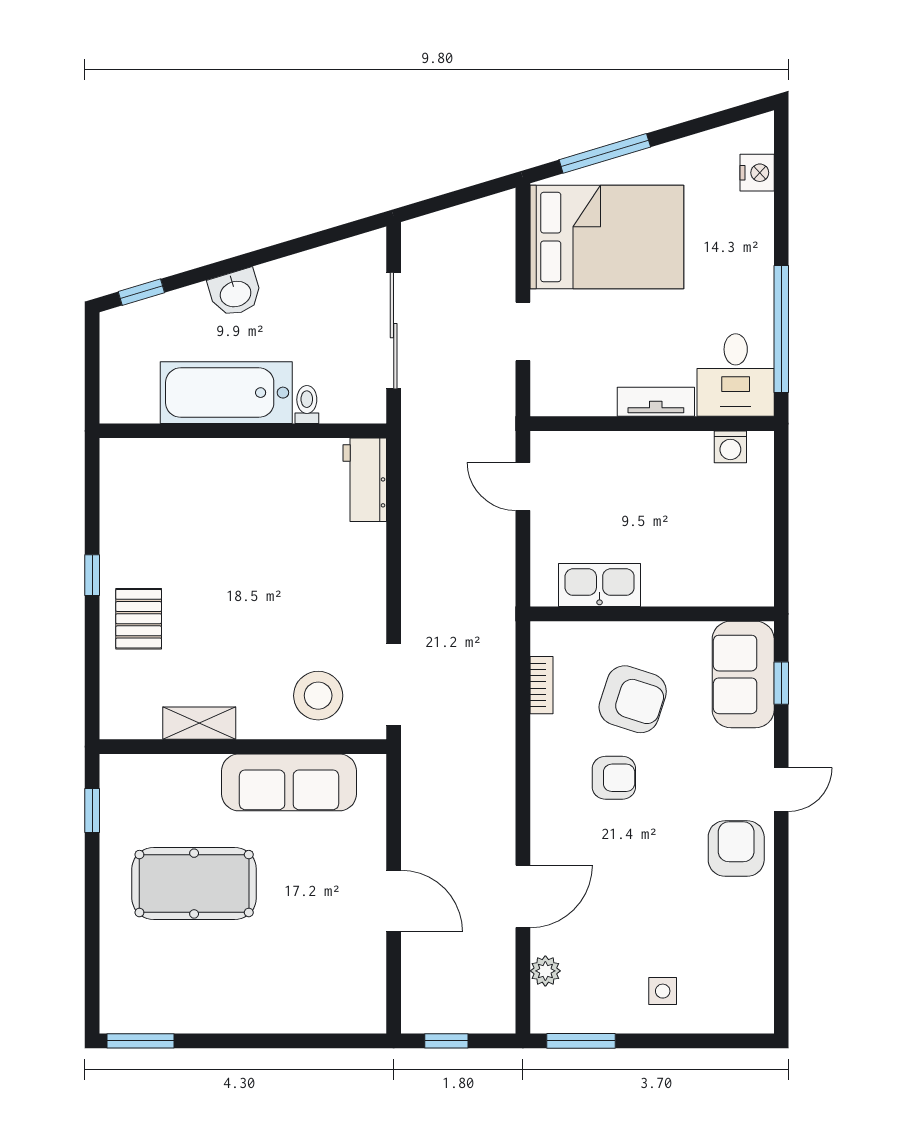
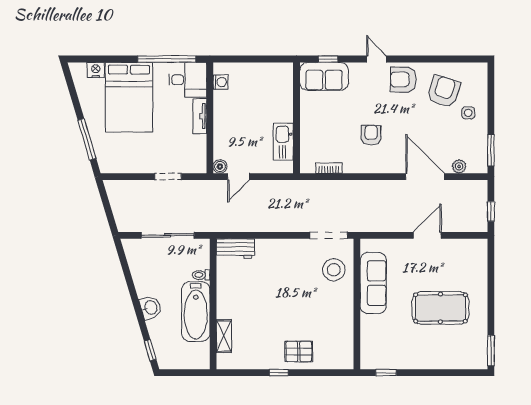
bed: (607, 237) -> (129, 97), moved, turned 180
boiler: (545, 446) -> (220, 167), added
armchair: (633, 699) -> (444, 91), moved
shelving: (199, 723) -> (224, 336), moved
pool table: (194, 884) -> (440, 308), moved, turned 90
door: (523, 896) -> (425, 177), width x1.36

